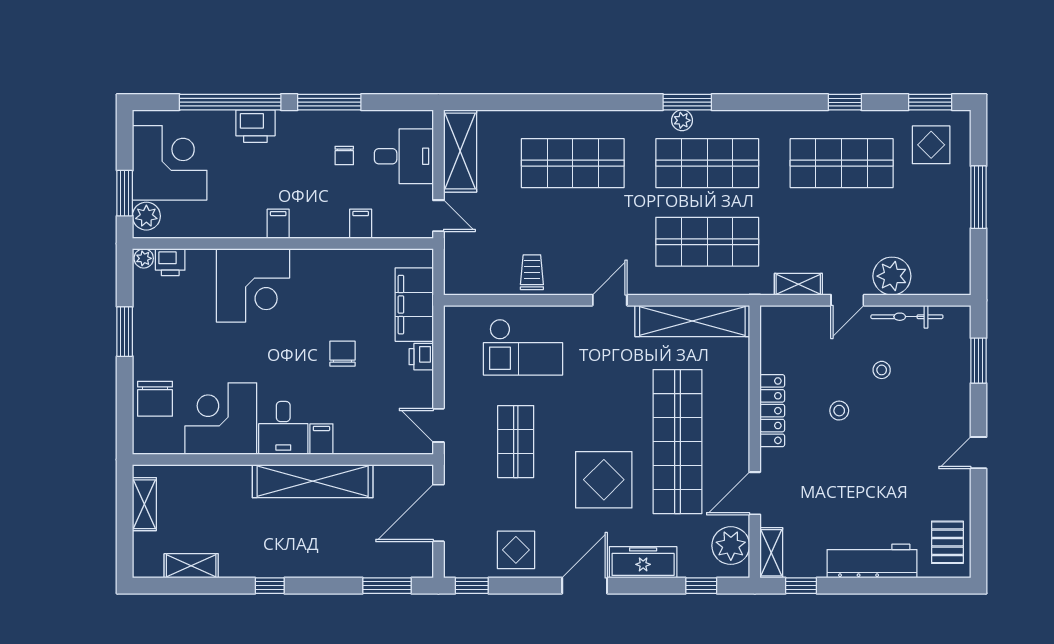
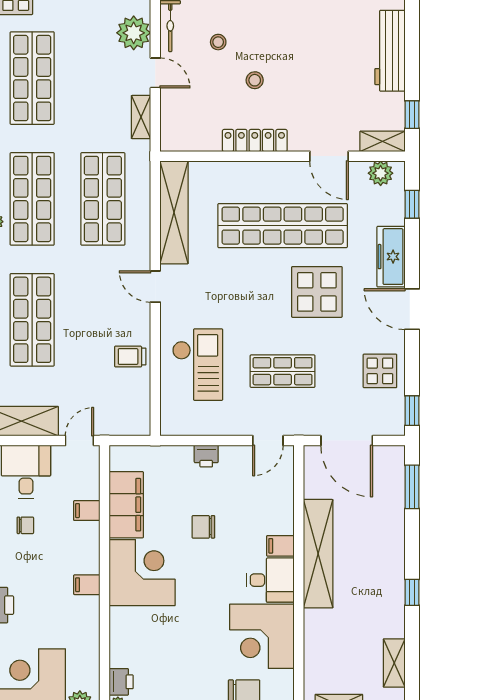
corner desk: (253, 285) -> (142, 573), moved
filing cabinet: (414, 305) -> (126, 505), moved, turned -90
plant: (731, 546) -> (381, 173), width x0.73, depth x0.73

